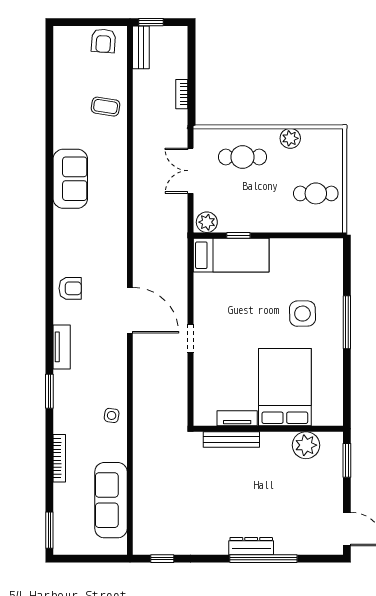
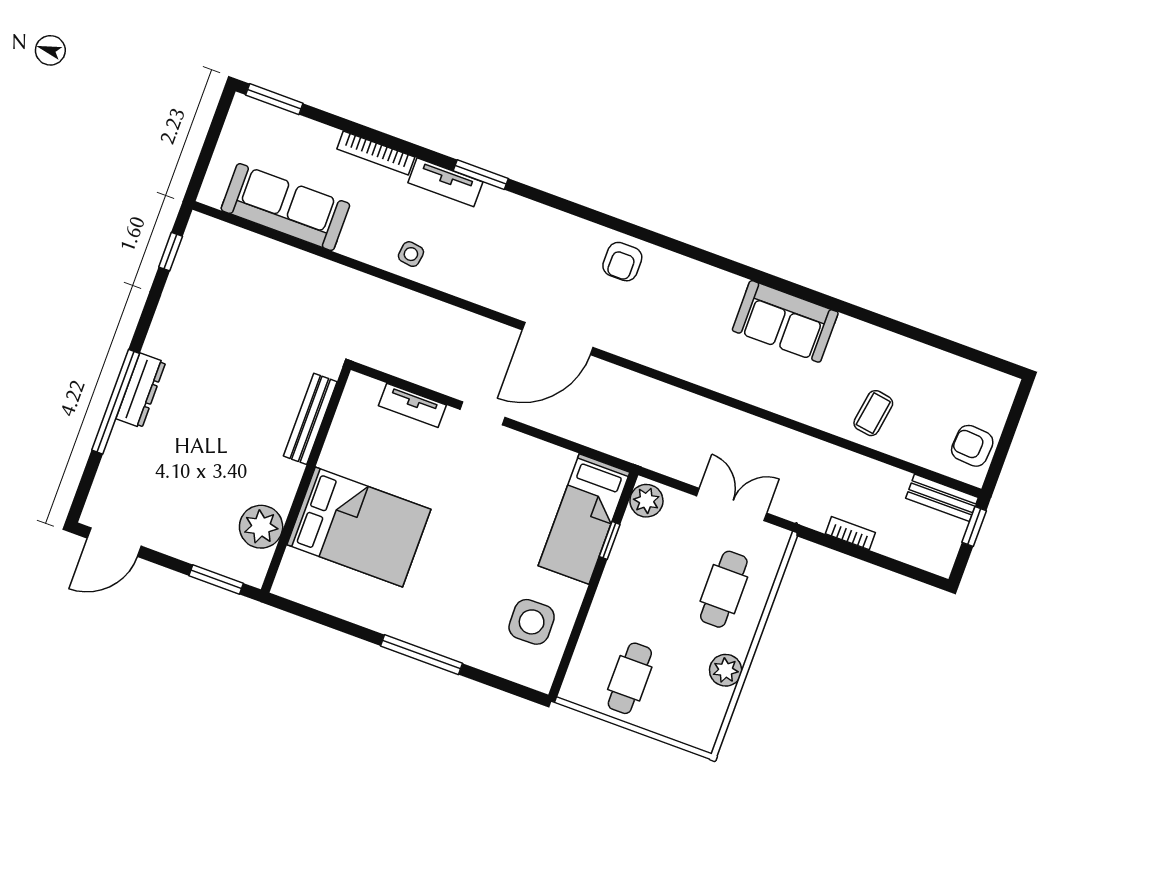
side table: (302, 314) -> (532, 622), moved
tv unit: (62, 347) -> (445, 182), moved
tv unit: (237, 418) -> (412, 405), moved, turned 90

